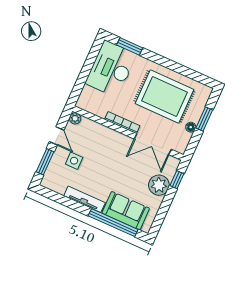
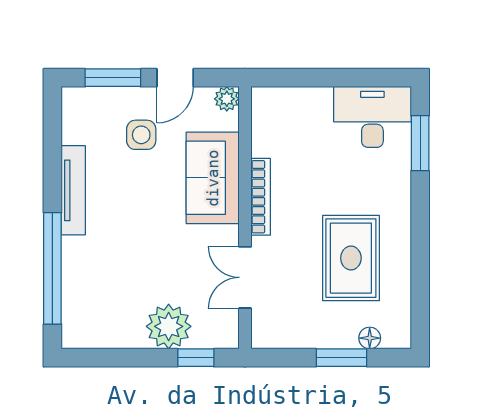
desk: (111, 69) -> (372, 117), width x0.73, depth x0.77
rug: (165, 96) -> (351, 258), width x0.73, depth x0.69
floor lamp: (191, 127) -> (370, 338), moved
double door: (153, 144) -> (245, 277), width x0.73
sofa: (126, 211) -> (213, 178), moved, turned 180

